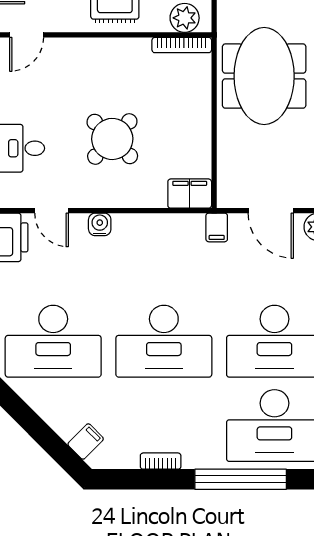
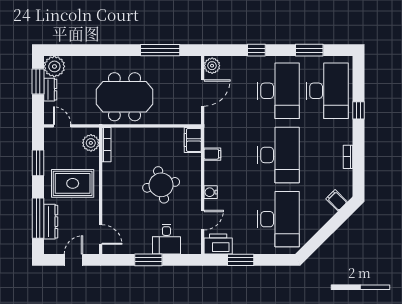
round table: (112, 139) -> (161, 185), turned 34
filing cabinet: (217, 227) -> (212, 154), moved
window: (241, 479) -> (358, 110), width x0.32

